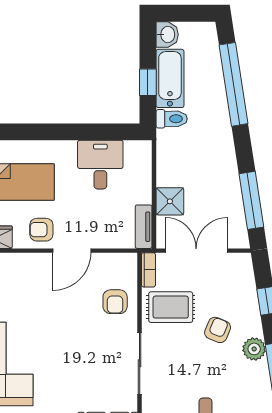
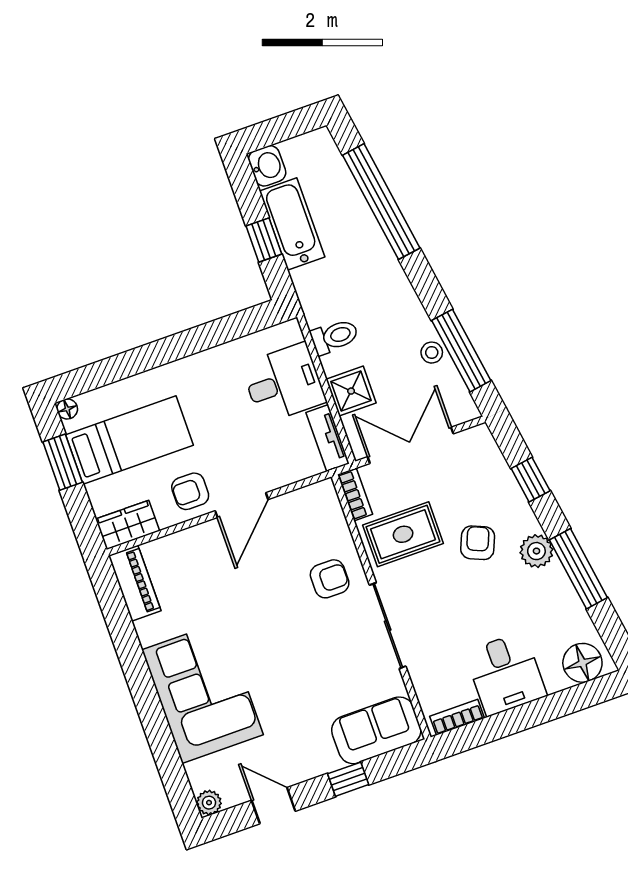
toilet: (172, 119) -> (335, 337), moved
desk: (100, 165) -> (284, 383), moved, turned 90
stool: (232, 195) -> (432, 353), added
armchair: (115, 302) -> (330, 579), moved, turned -90

